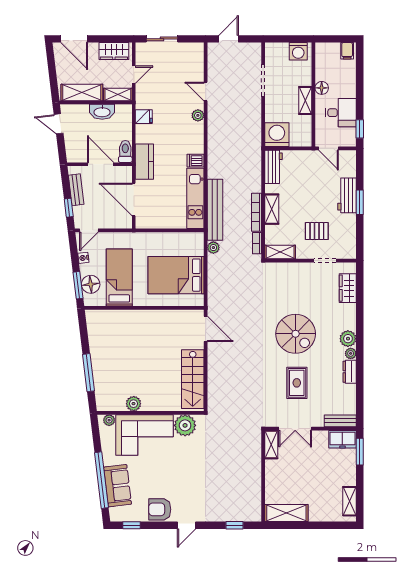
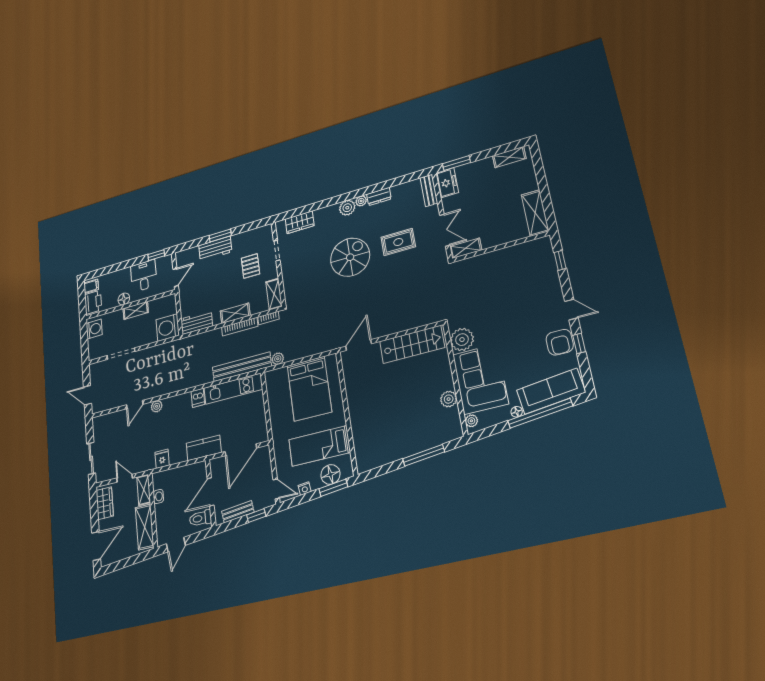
printer: (328, 52) -> (93, 302), added
washbasin: (102, 112) -> (158, 496), width x0.52, depth x0.69
toilet: (125, 151) -> (200, 518), moved
floor lamp: (108, 461) -> (517, 412), added
sofa: (117, 486) -> (551, 391), width x1.36
window: (131, 525) -> (579, 343), moved

